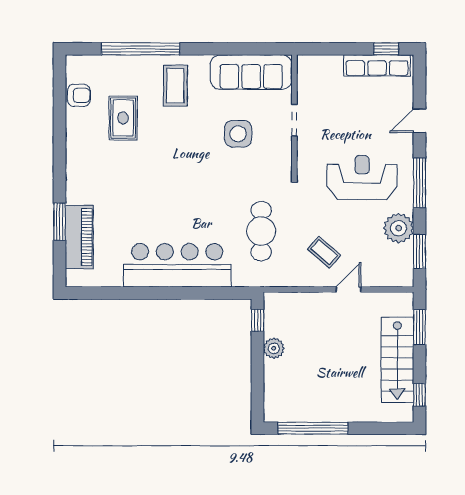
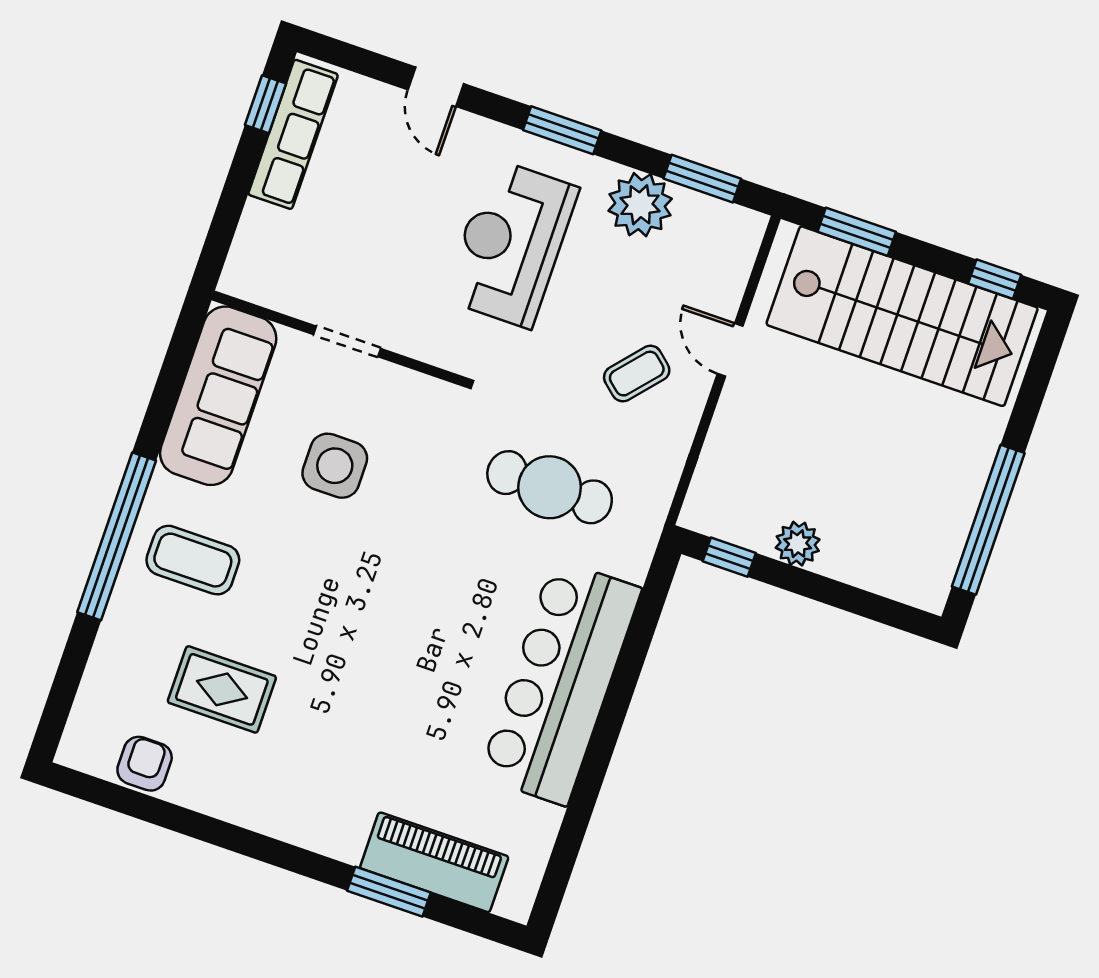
window: (141, 49) -> (117, 536), moved
window: (419, 183) -> (562, 130), width x0.69
stairs: (397, 360) -> (902, 316), width x1.36, depth x1.51

